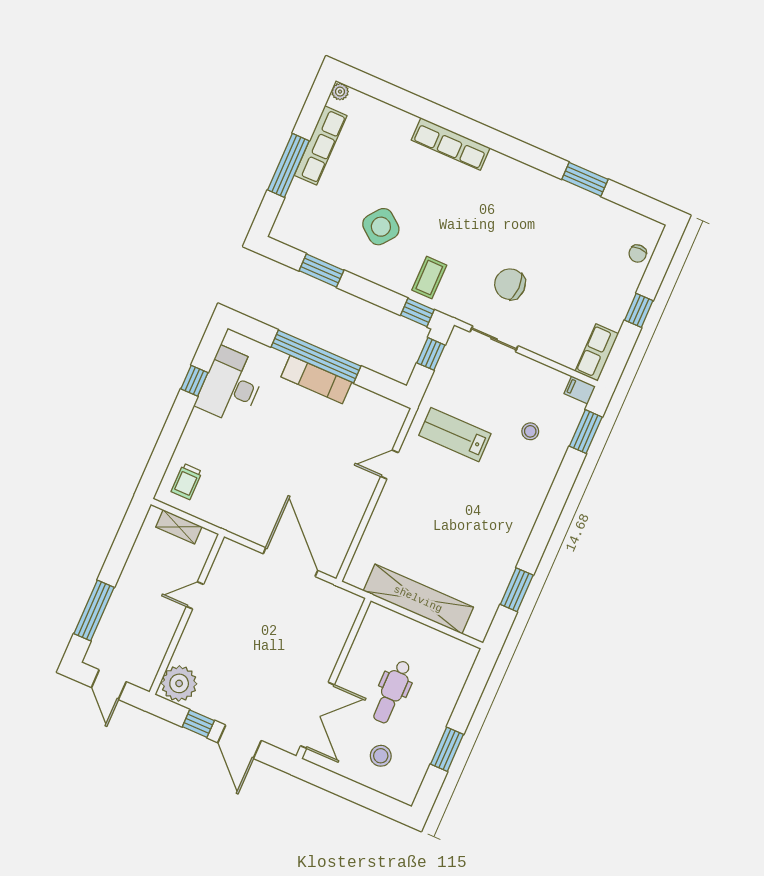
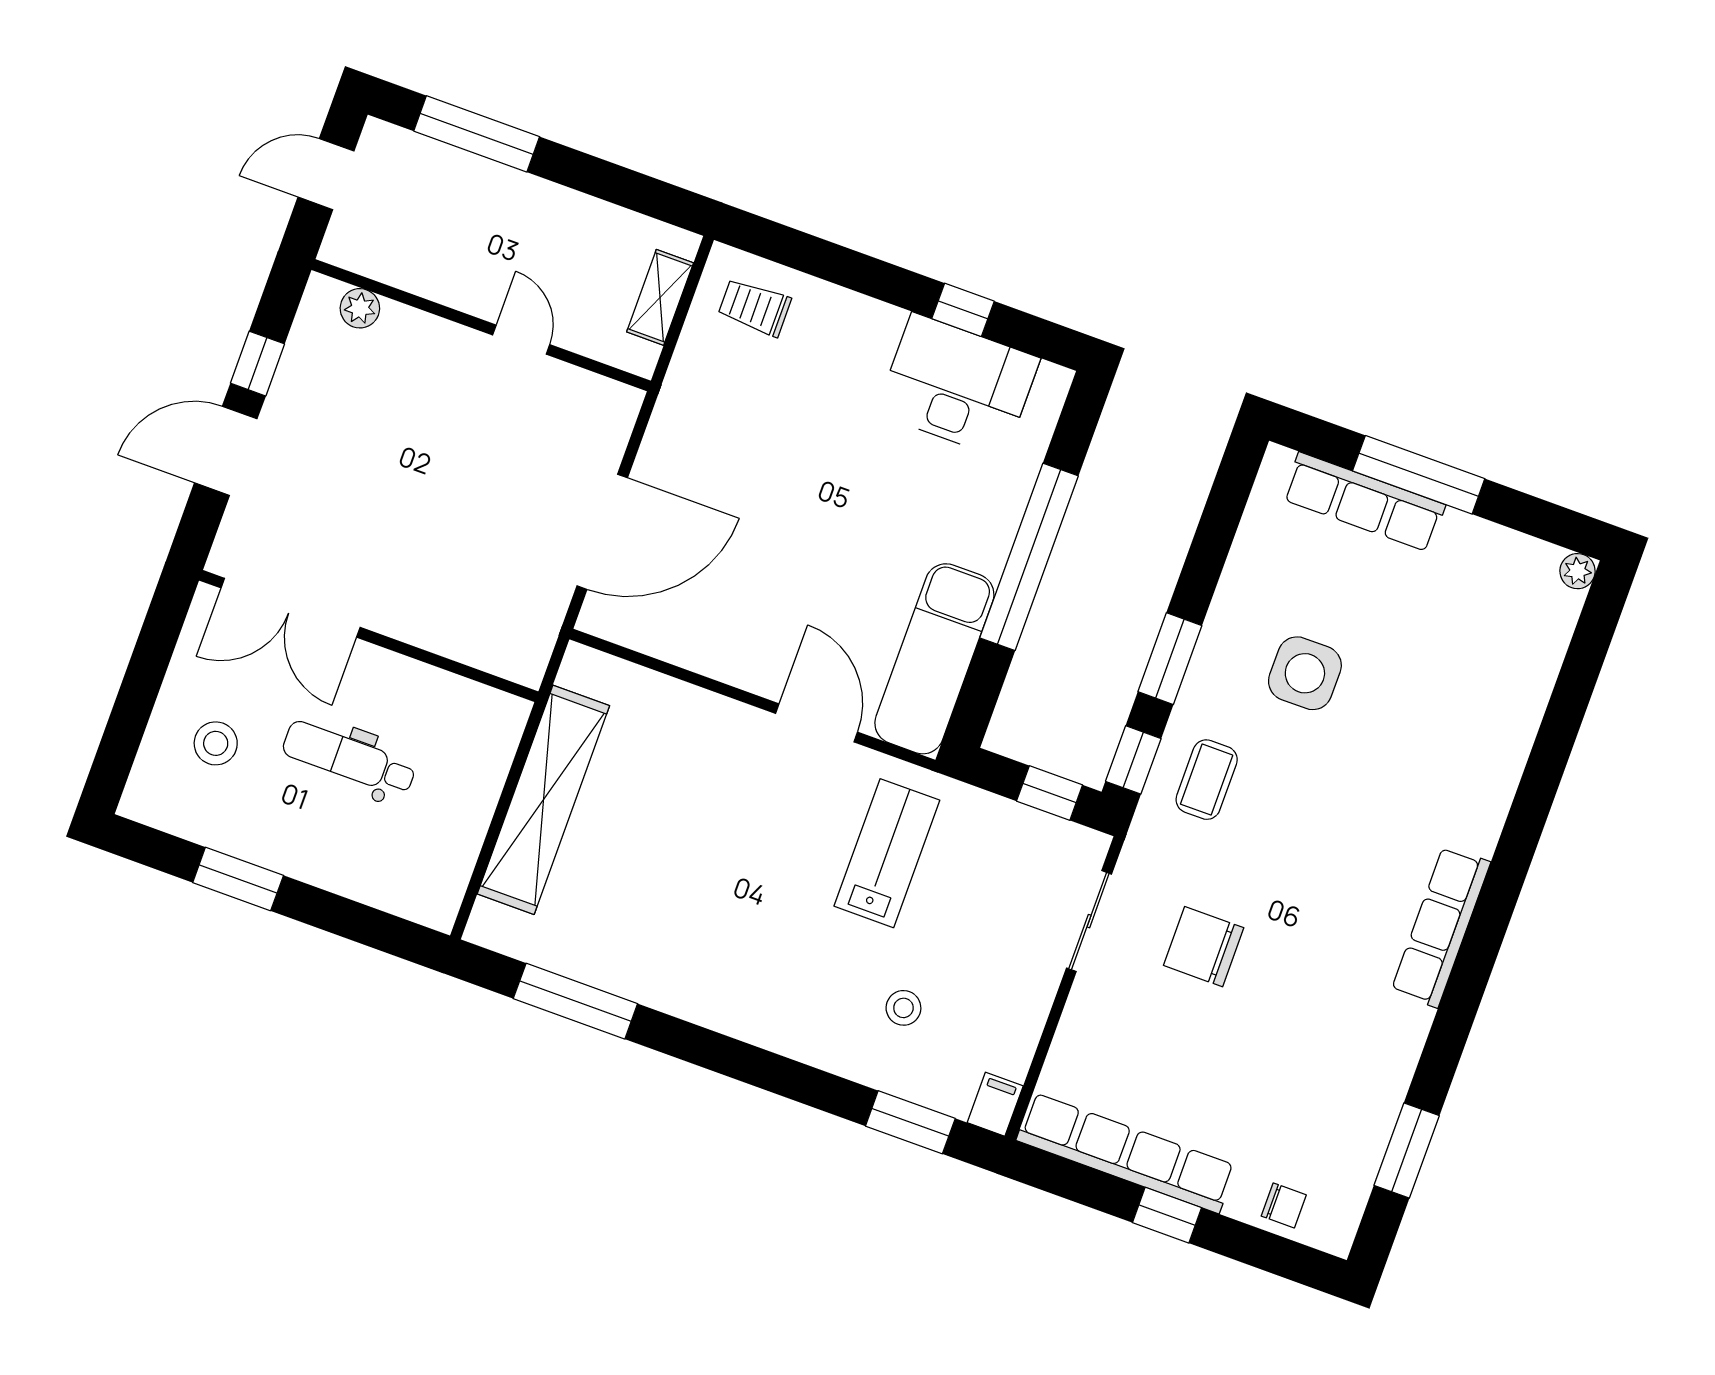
row of seats: (451, 144) -> (1441, 927), moved
row of seats: (321, 145) -> (1364, 502), moved
window: (585, 179) -> (1407, 1151), moved
side table: (381, 227) -> (1305, 673), turned -38
chair: (638, 254) -> (1284, 1205), turned 180
window: (321, 270) -> (1170, 659), moved
coffee table: (429, 278) -> (1207, 780), turned 90
chair: (510, 284) -> (1204, 947), turned -90
row of seats: (597, 352) -> (1126, 1153), width x2.02
exam couch: (316, 380) -> (934, 659), moved, width x1.36, depth x1.45
door: (390, 464) -> (817, 723), width x1.37
window: (517, 590) -> (575, 1001), width x1.44
plant: (179, 683) -> (360, 308), width x0.53, depth x0.53

